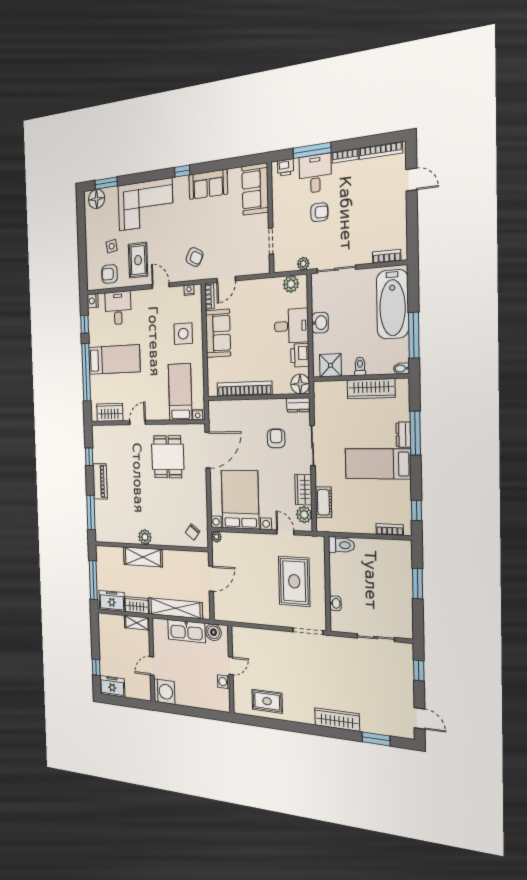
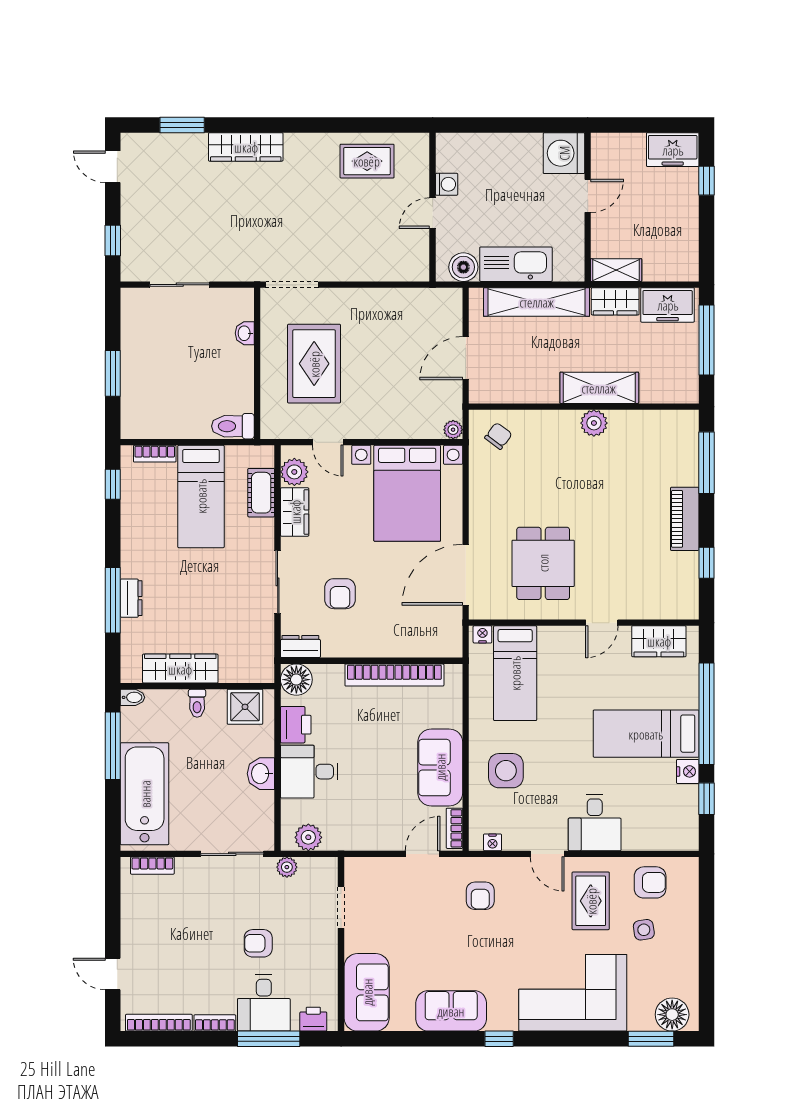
armchair: (195, 257) -> (480, 896), turned -118
nightstand: (93, 301) -> (688, 771), moved
desk: (118, 308) -> (595, 823), moved
bed: (378, 464) -> (201, 496), moved, turned 90

